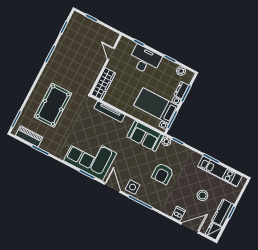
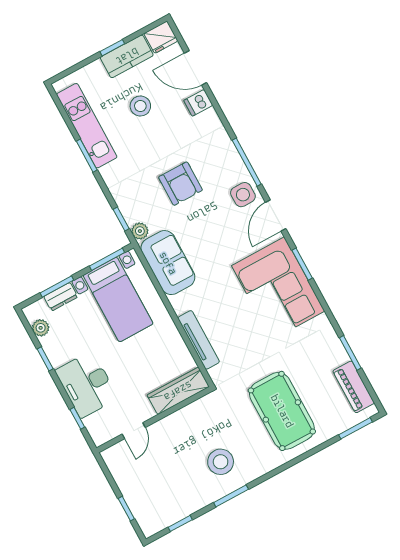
stool: (65, 66) -> (221, 462), added
pool table: (53, 105) -> (282, 411), turned 90
armchair: (163, 174) -> (180, 184), turned 90

